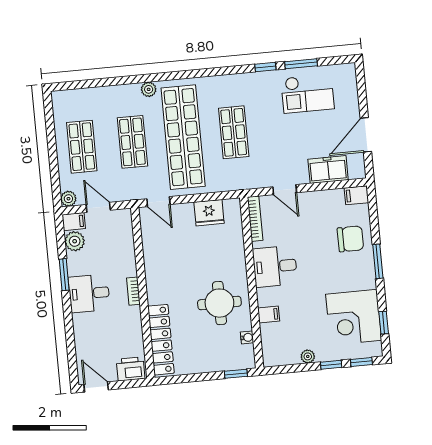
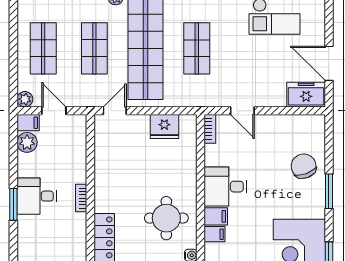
door: (366, 135) -> (329, 63), hinge flipped
freezer: (328, 170) -> (306, 95), moved
filing cabinet: (356, 195) -> (216, 216), moved, turned 180
door: (158, 202) -> (115, 111), swing flipped
bookcase: (255, 219) -> (210, 129), width x0.64
chair: (350, 239) -> (304, 166), turned -110
window: (64, 275) -> (13, 204), moved

